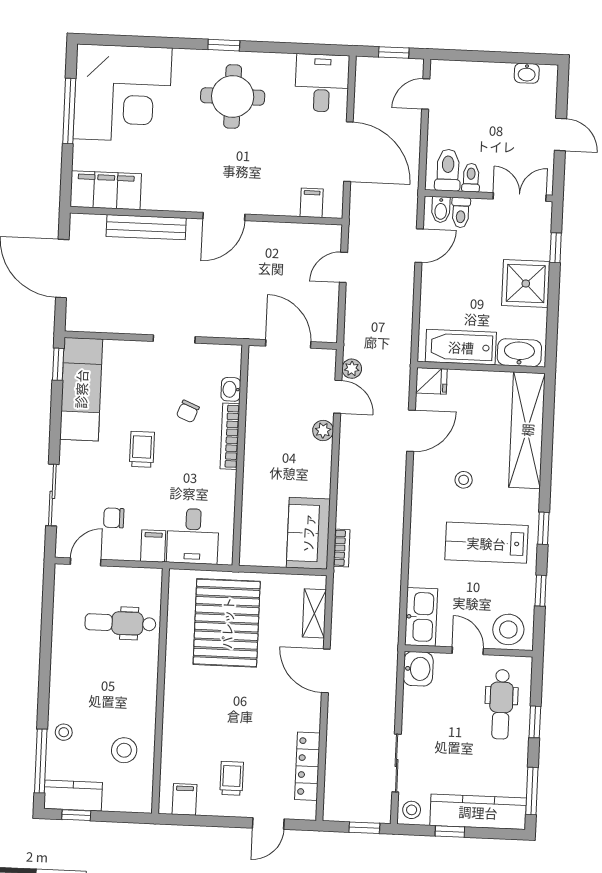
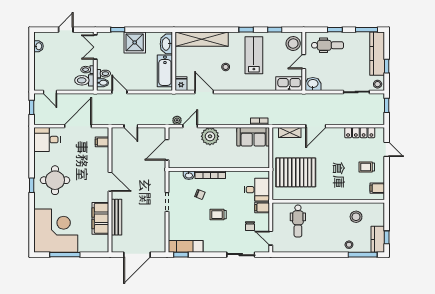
filing cabinet: (106, 190) -> (100, 218), moved
exam couch: (81, 389) -> (186, 246), width x0.73, depth x0.69
plant: (323, 431) -> (210, 136), width x1.88, depth x1.88
lab bench: (486, 543) -> (254, 55), turned 180

